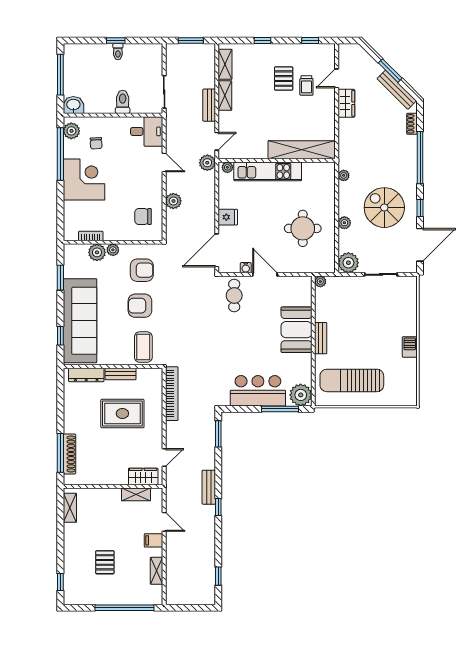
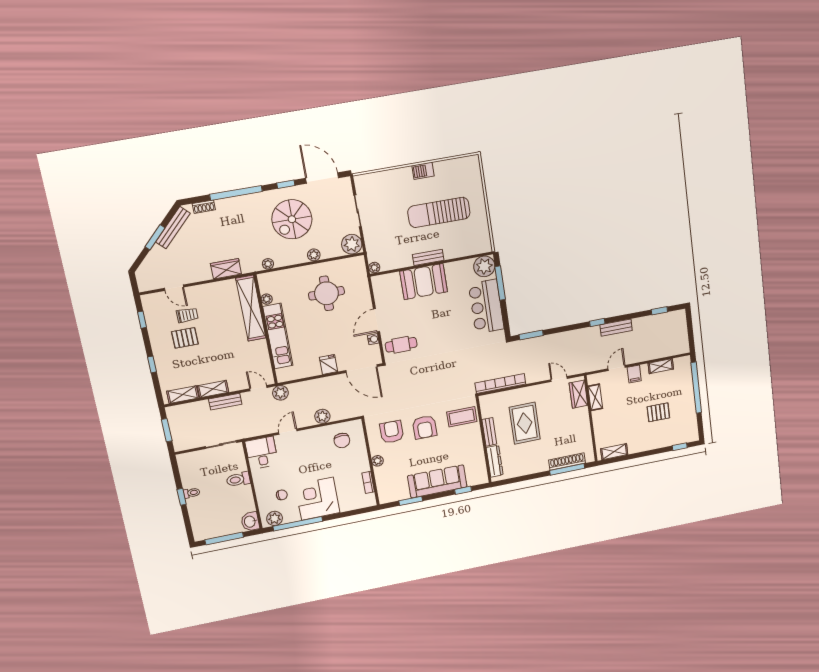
wardrobe: (346, 103) -> (226, 269), moved
plant: (227, 167) -> (267, 299), moved
plant: (97, 252) -> (382, 474), removed
sofa: (80, 321) -> (437, 481), width x0.74, depth x0.79
sun lounger: (352, 380) -> (439, 212), moved, turned 90
bench: (209, 487) -> (616, 328), moved

